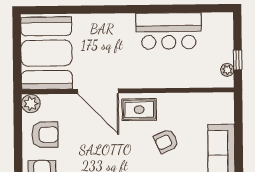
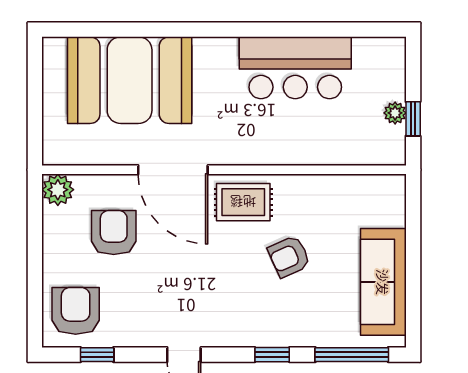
booth: (46, 53) -> (130, 80), moved, turned 90
plant: (227, 70) -> (395, 113), moved
armchair: (45, 135) -> (114, 233), moved, turned -90

